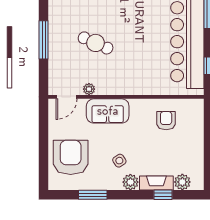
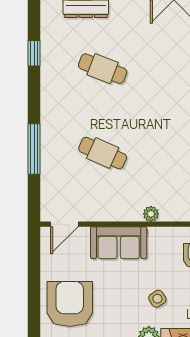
plant: (89, 89) -> (151, 214), moved
side table: (119, 161) -> (157, 299), moved

